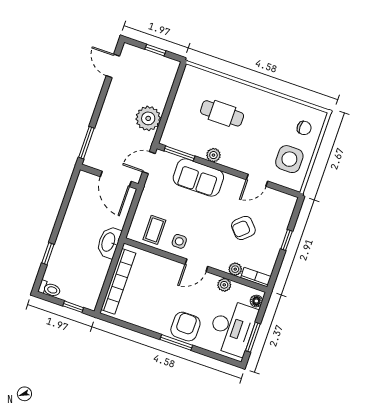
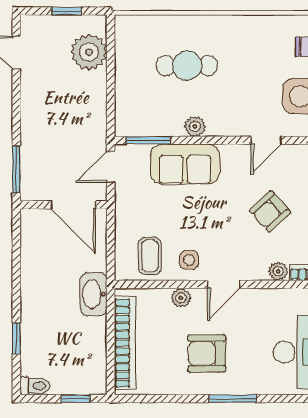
plant: (148, 118) -> (89, 52), moved
plant: (224, 285) -> (181, 298), moved
armchair: (185, 327) -> (207, 353), moved, turned -90

